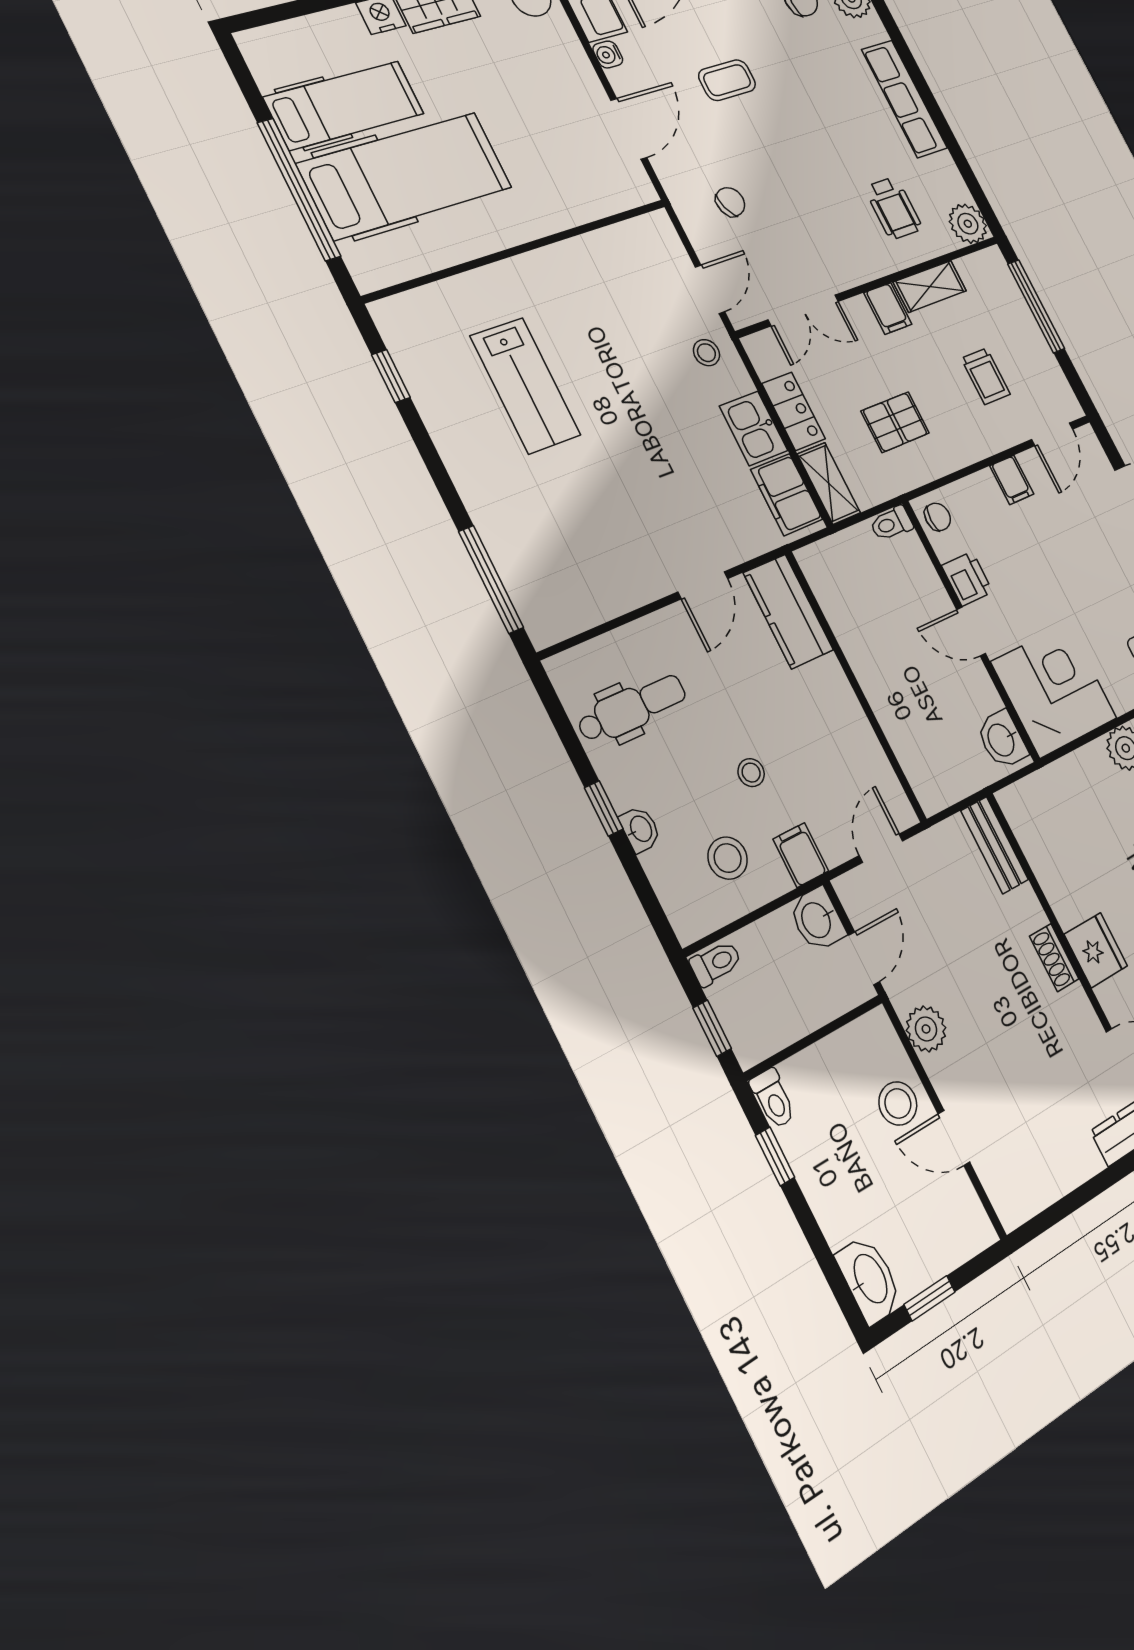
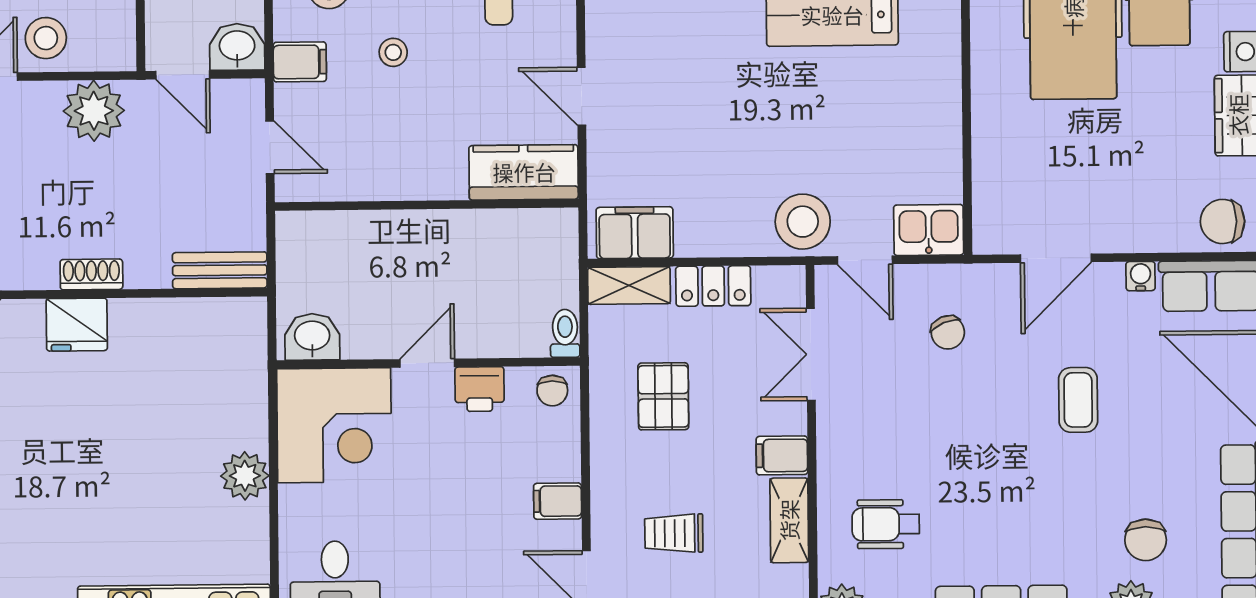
door: (629, 129) -> (1056, 258), hinge flipped
stool: (706, 353) -> (803, 222), width x1.89, depth x1.89
kitchen sink: (754, 428) -> (929, 230), moved
plant: (926, 1029) -> (94, 111), width x1.36, depth x1.36

